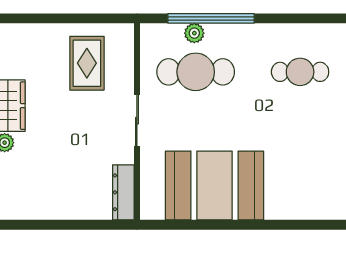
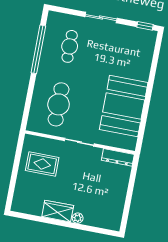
window: (211, 18) -> (38, 49), moved
plant: (194, 33) -> (37, 101), removed

